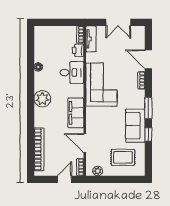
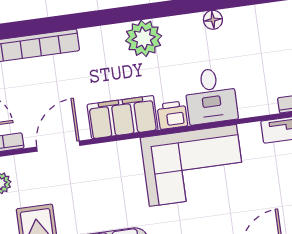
printer: (78, 50) -> (172, 115), moved

